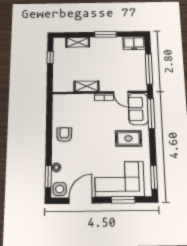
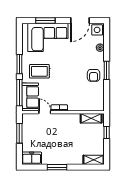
shelving: (78, 42) -> (94, 160), moved
window: (50, 57) -> (107, 133), moved
window: (149, 69) -> (19, 133), width x0.69
shelving: (86, 86) -> (91, 118), moved
window: (48, 176) -> (107, 70), moved
window: (154, 177) -> (19, 64), moved

